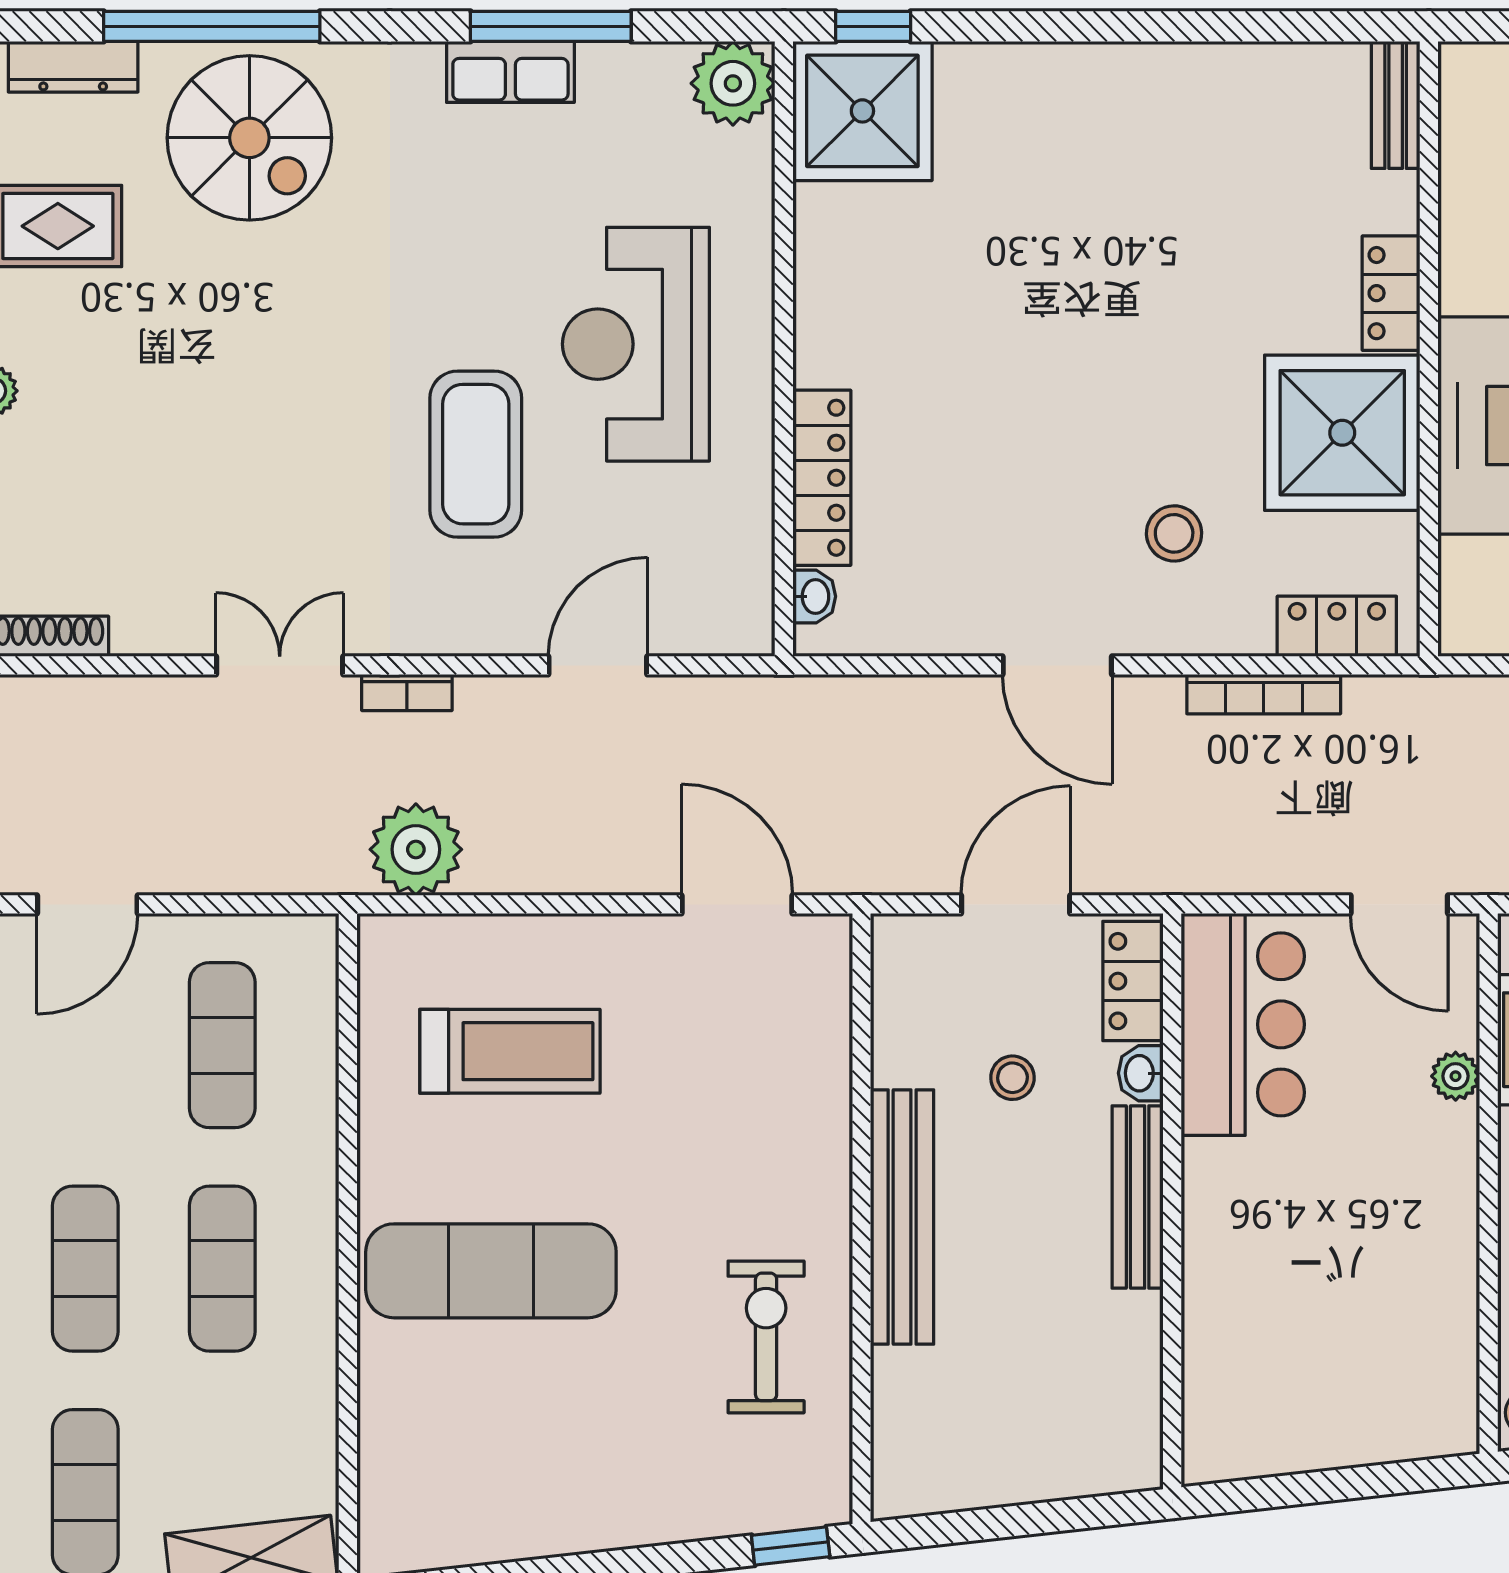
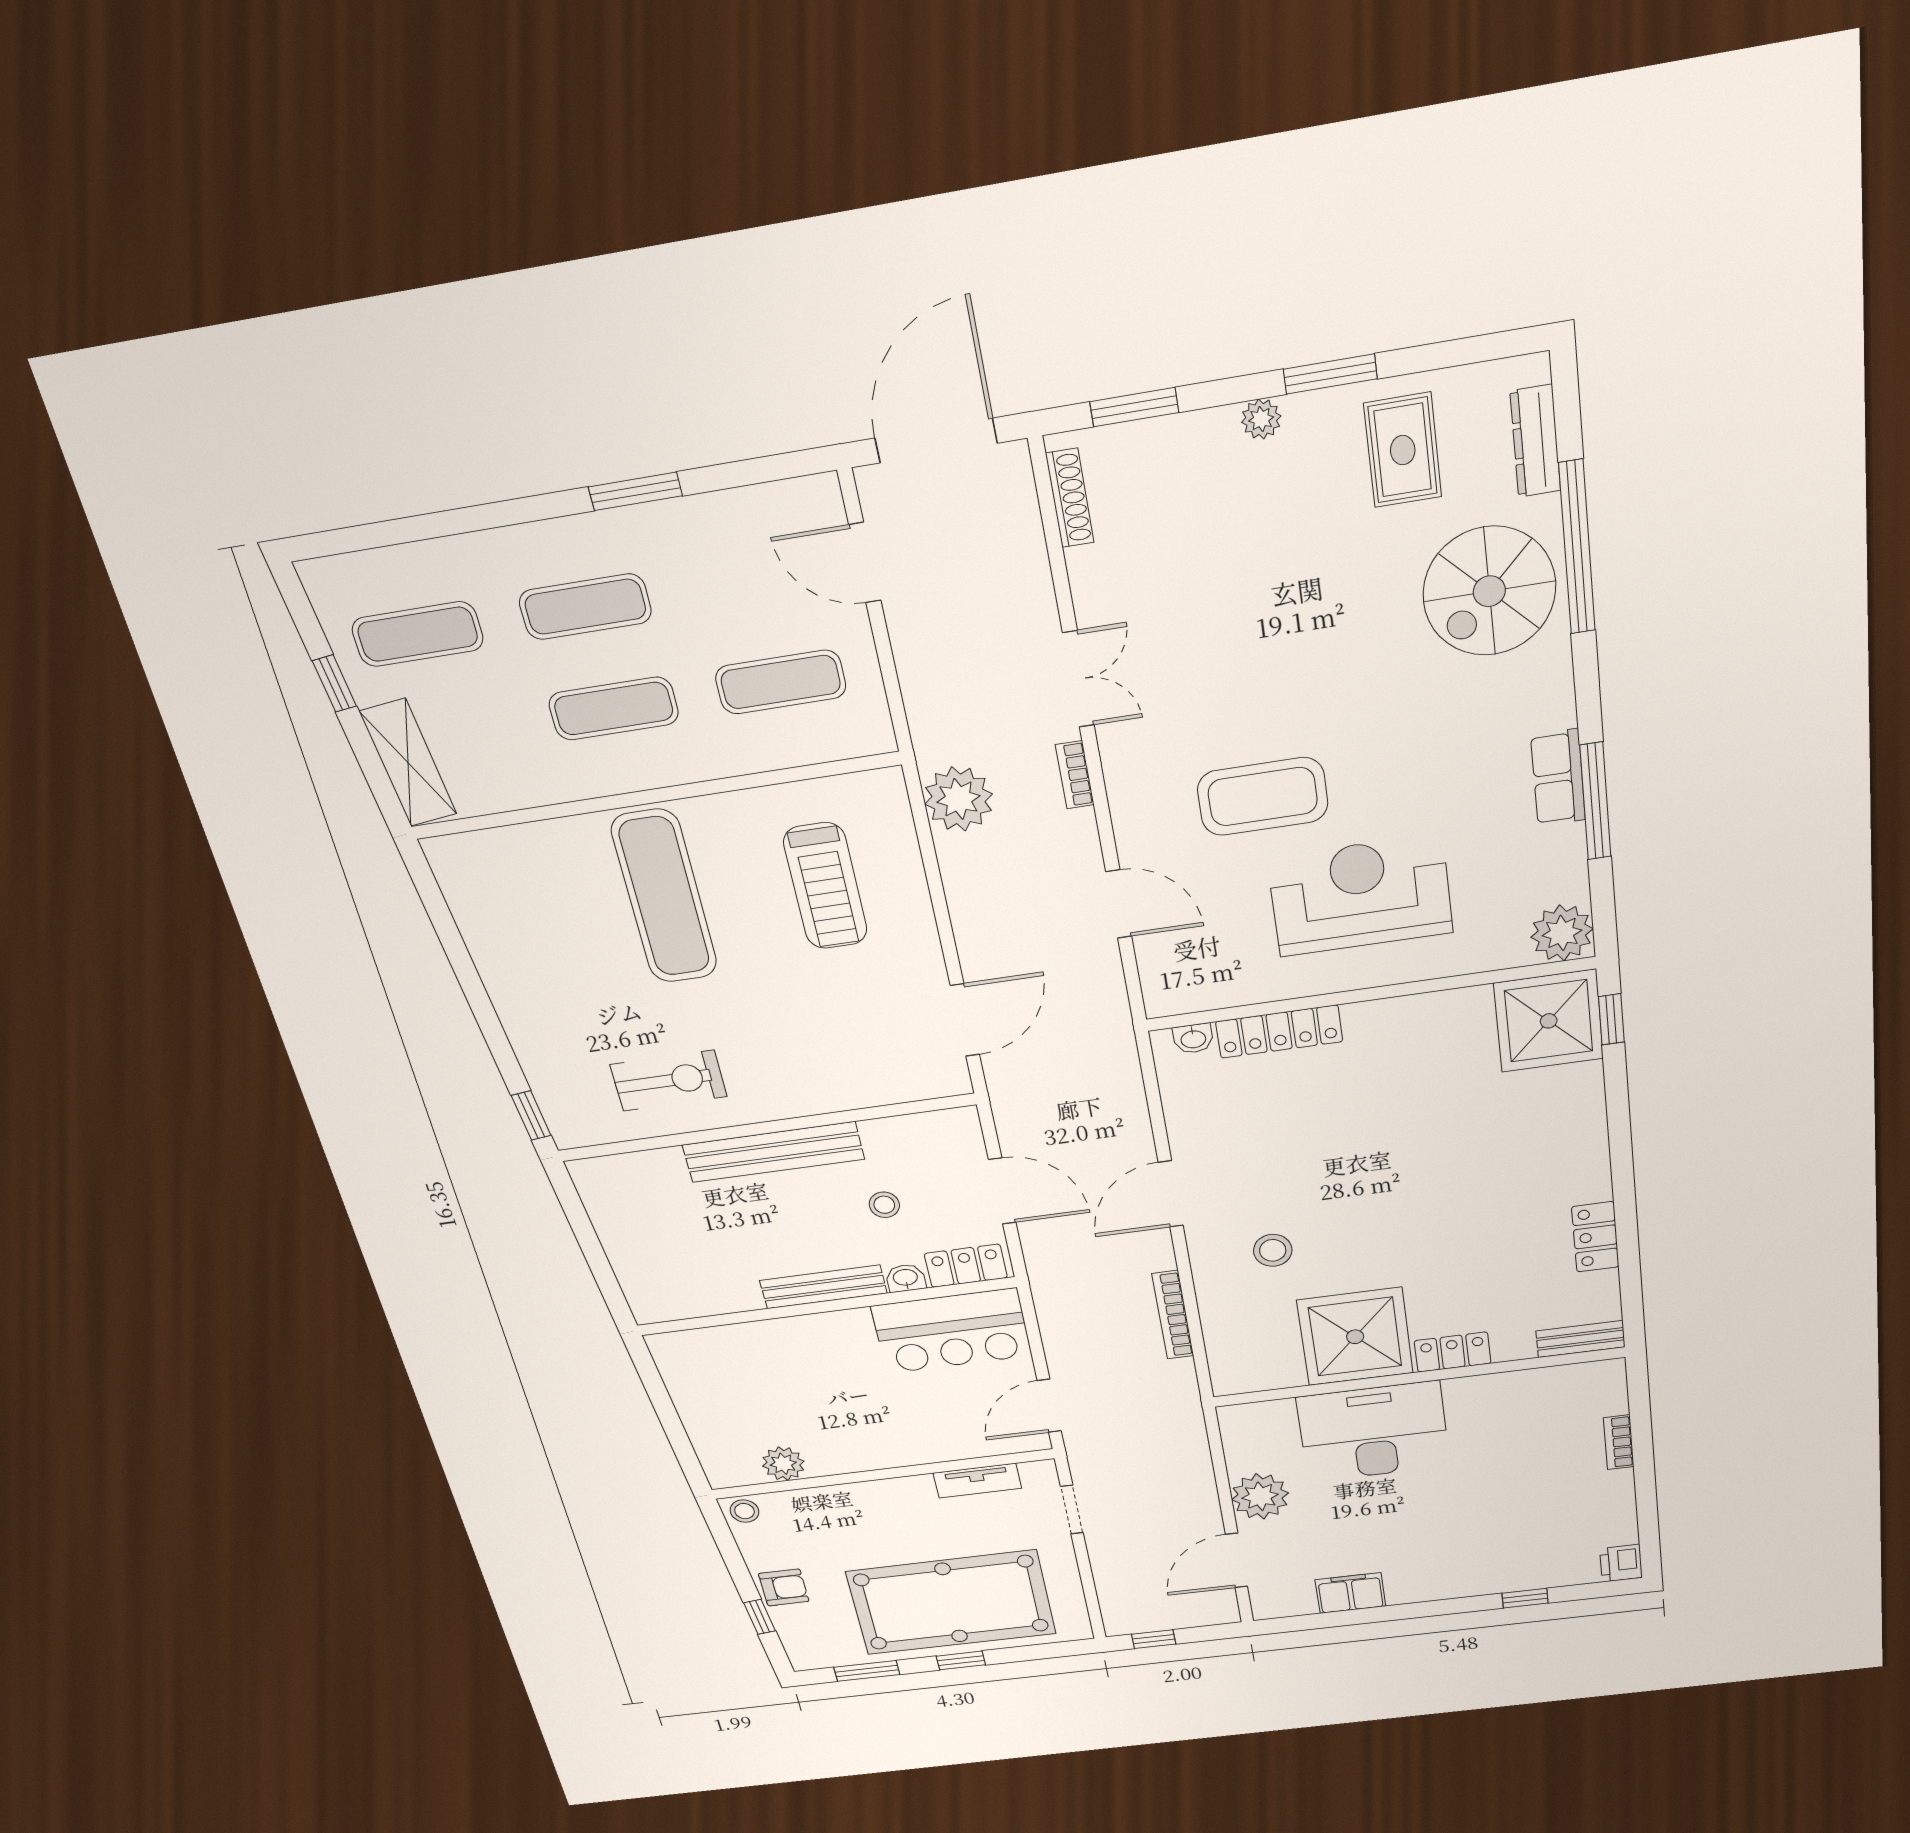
locker: (1337, 626) -> (1595, 1237), moved, turned 180
plant: (1456, 1076) -> (783, 1464), moved, width x1.38, depth x1.38

